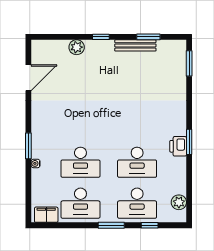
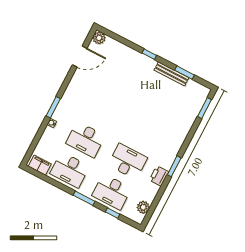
plant: (77, 47) -> (99, 38), moved
printer: (178, 146) -> (159, 176), moved
desk: (137, 162) -> (128, 161), turned 180

